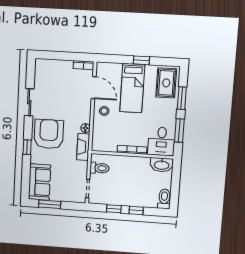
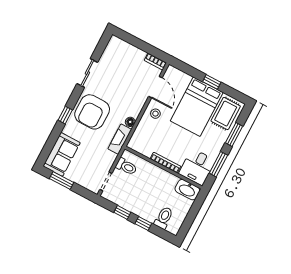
bed: (132, 88) -> (197, 107), width x1.50
armchair: (49, 134) -> (92, 112), turned 180
toilet: (164, 199) -> (164, 218), moved

